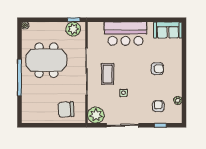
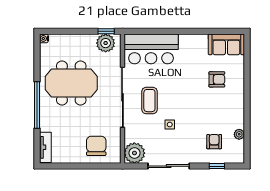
bar counter: (125, 34) -> (151, 49), moved
armchair: (157, 69) -> (217, 79), moved
chair: (66, 109) -> (96, 146), turned 93
tv unit: (26, 111) -> (45, 147), added

